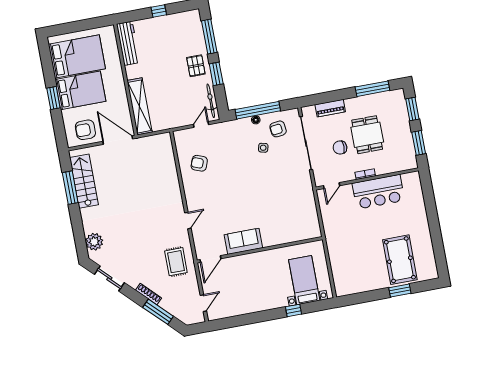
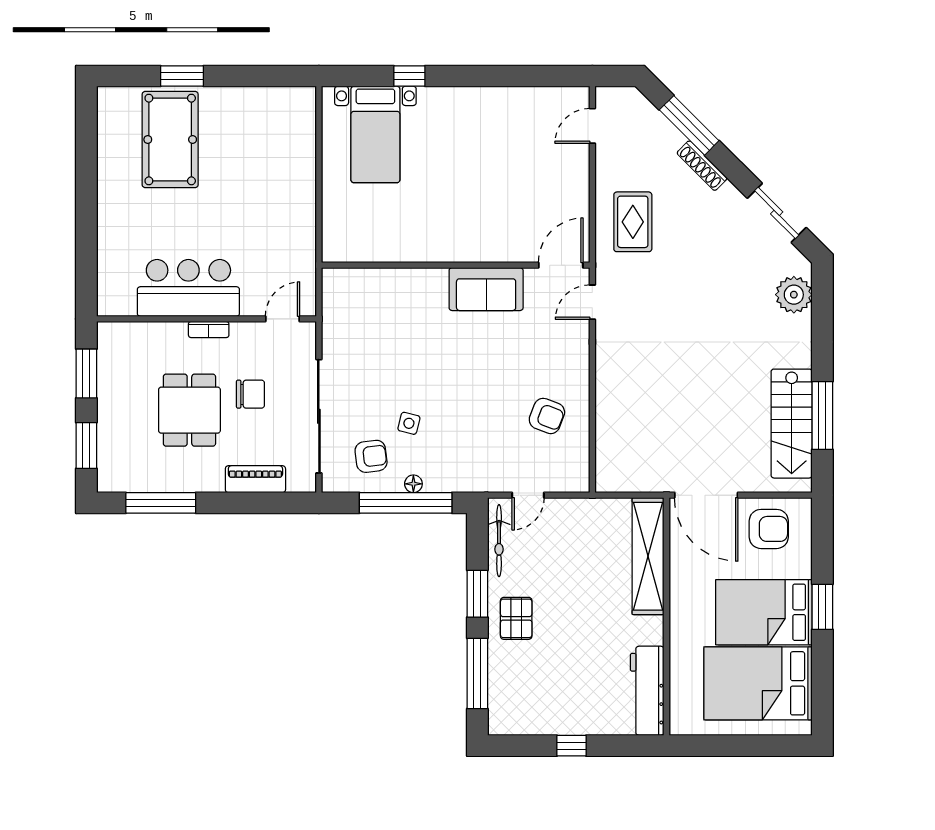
sofa: (243, 241) -> (486, 289), moved
wall: (260, 250) -> (456, 265), moved
door: (210, 259) -> (561, 265), moved

